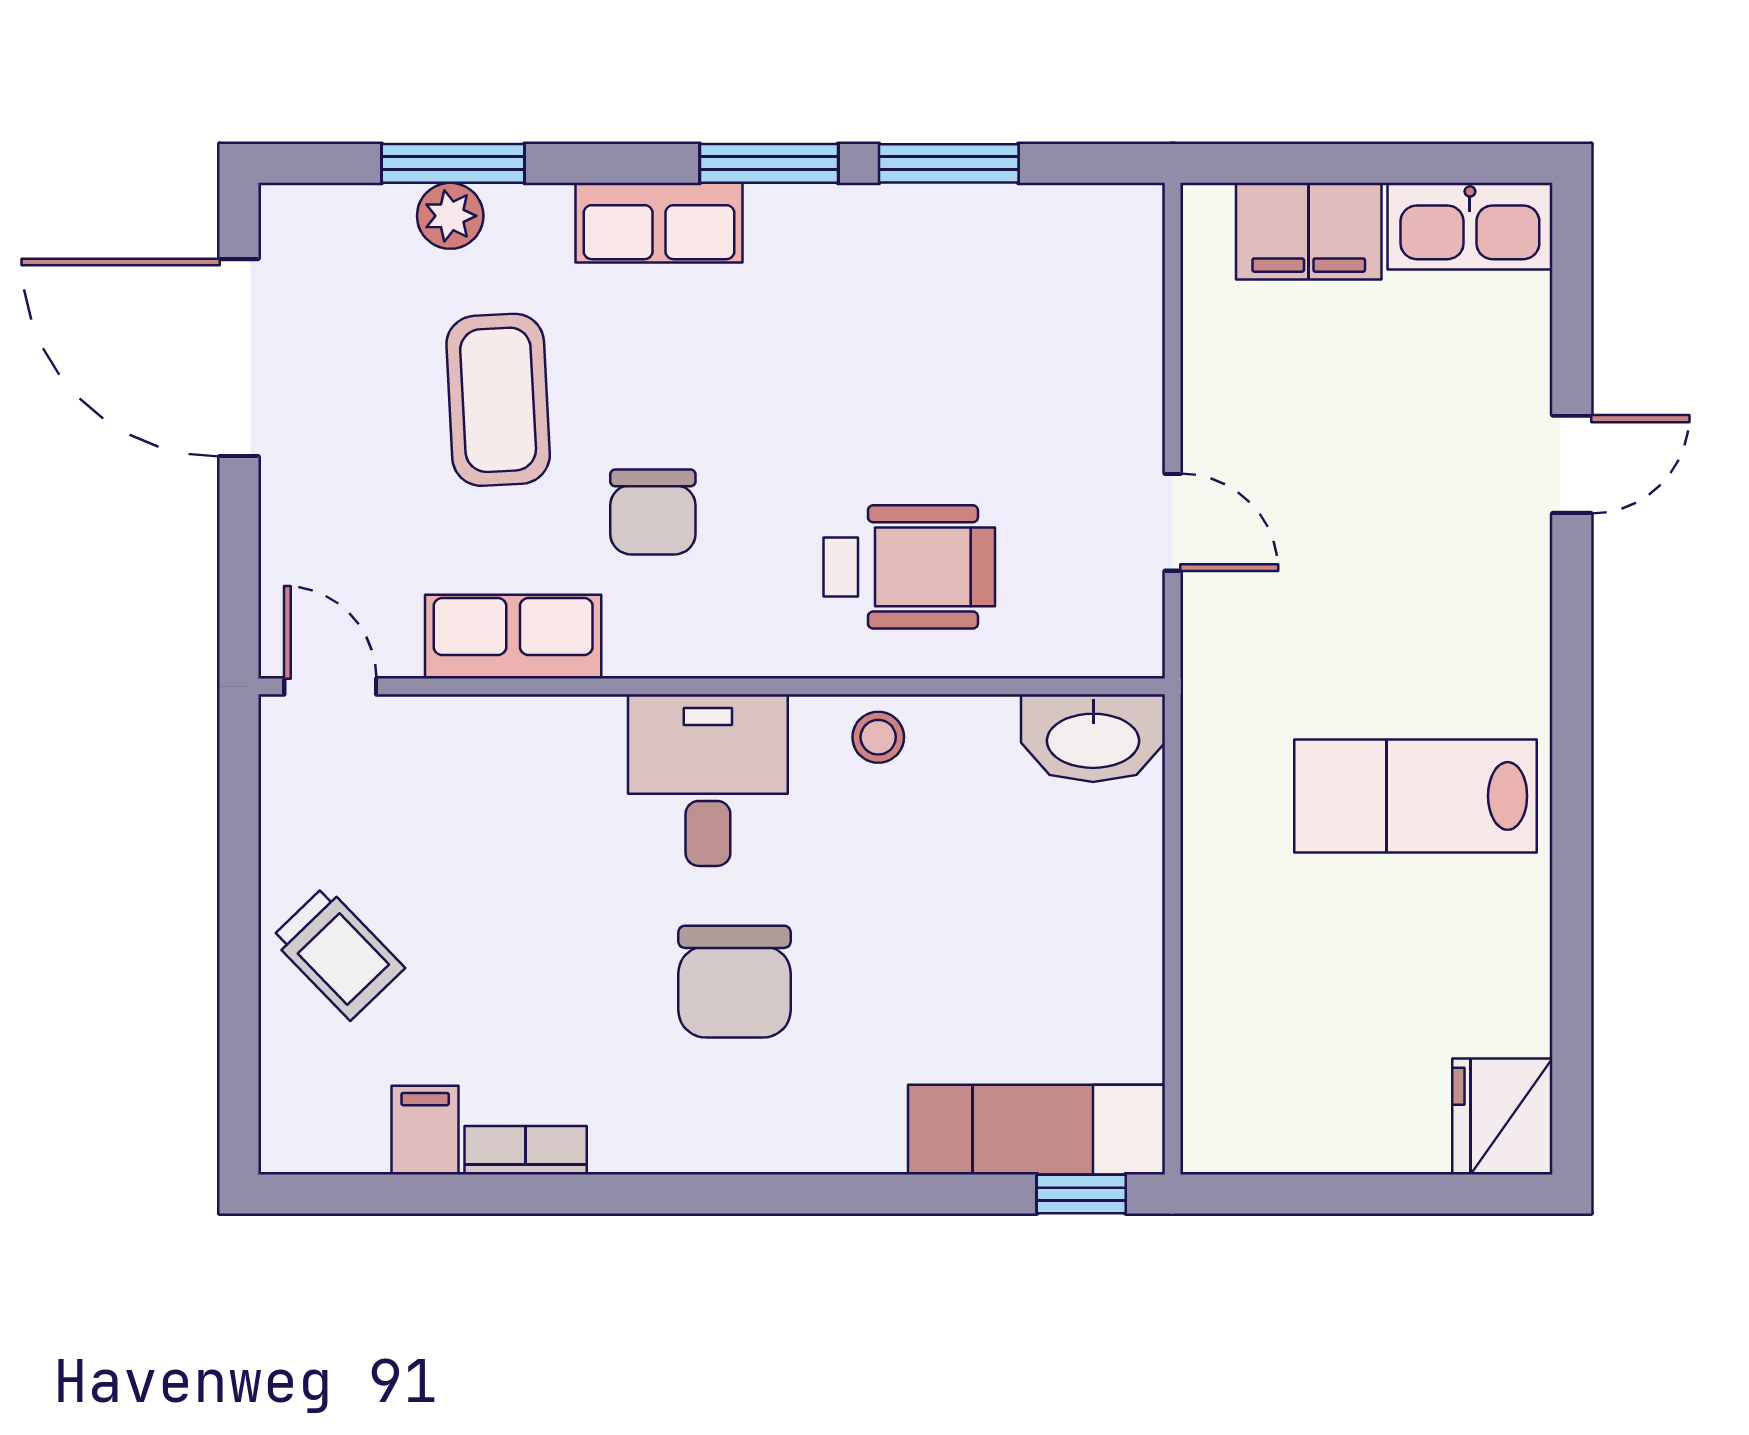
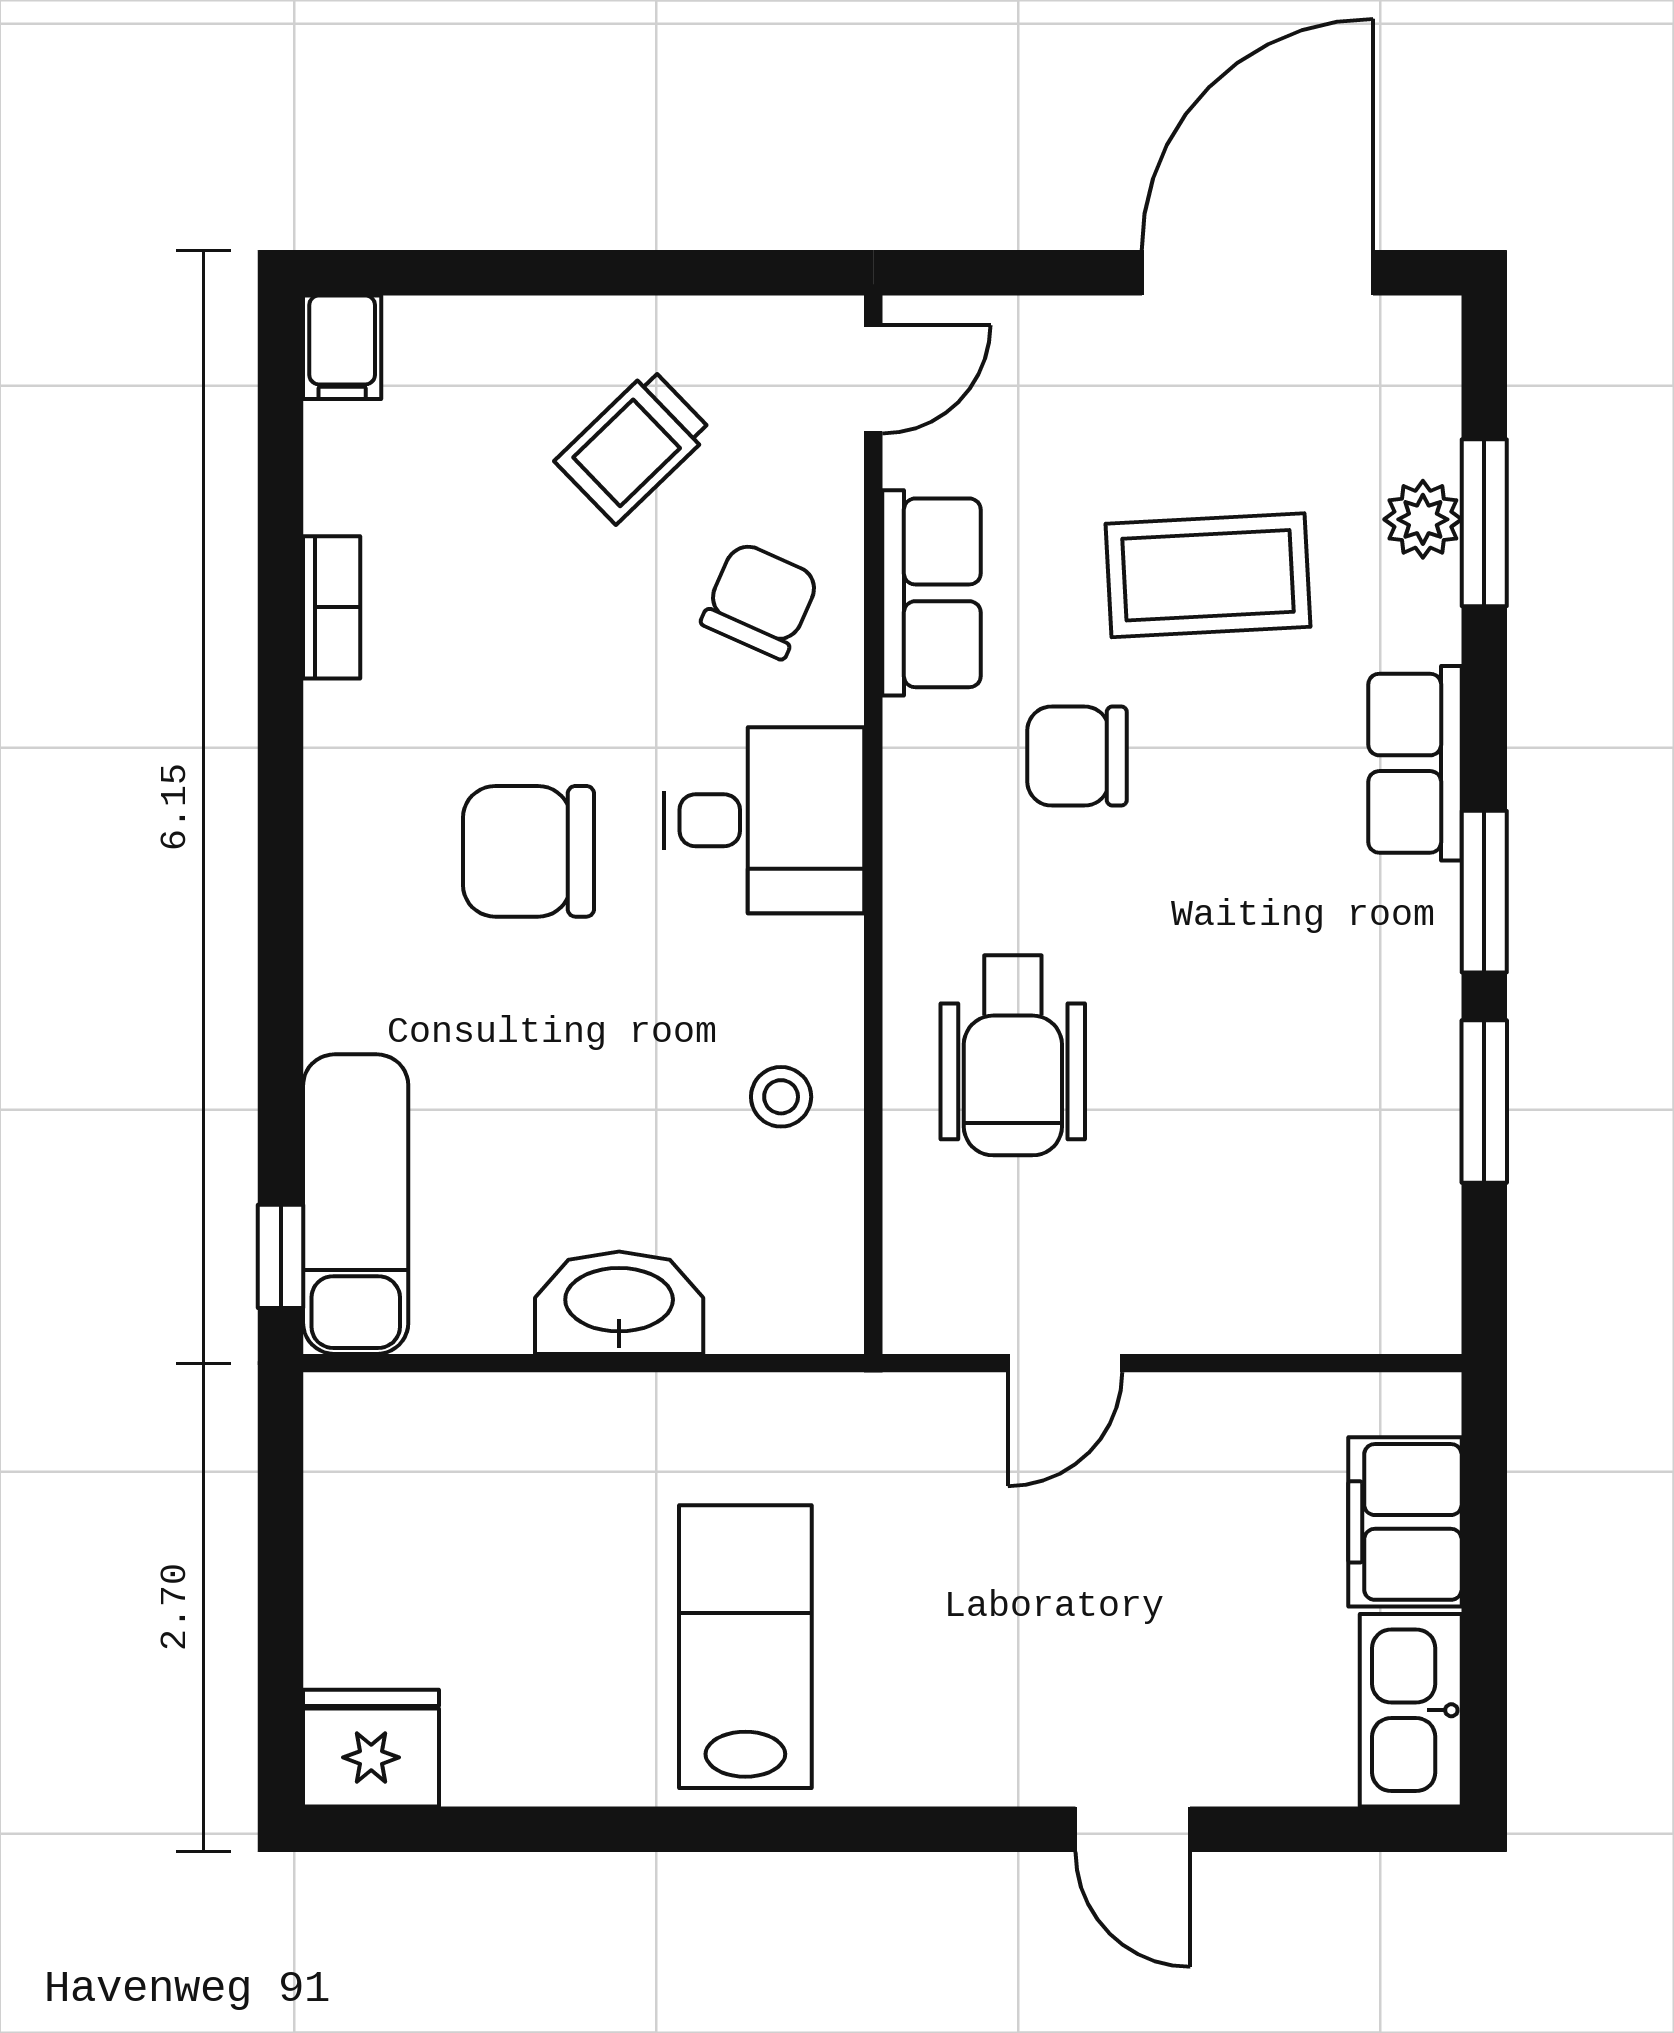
stool: (878, 737) -> (781, 1097), moved
washbasin: (1093, 738) -> (619, 1303), moved, turned 90
chair: (520, 783) -> (760, 600), added
trolley: (338, 953) -> (633, 446), moved
filing cabinet: (425, 1130) -> (342, 347), moved, turned 90

